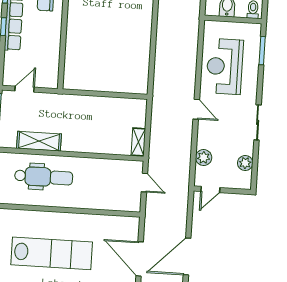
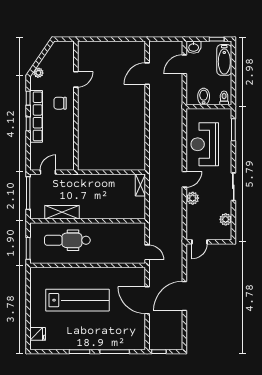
door: (196, 109) -> (184, 179), hinge flipped
shelving: (138, 142) -> (140, 185), moved
plant: (204, 158) -> (193, 198), moved
dental chair: (44, 177) -> (67, 240), turned 180
door: (144, 183) -> (147, 252), moved

